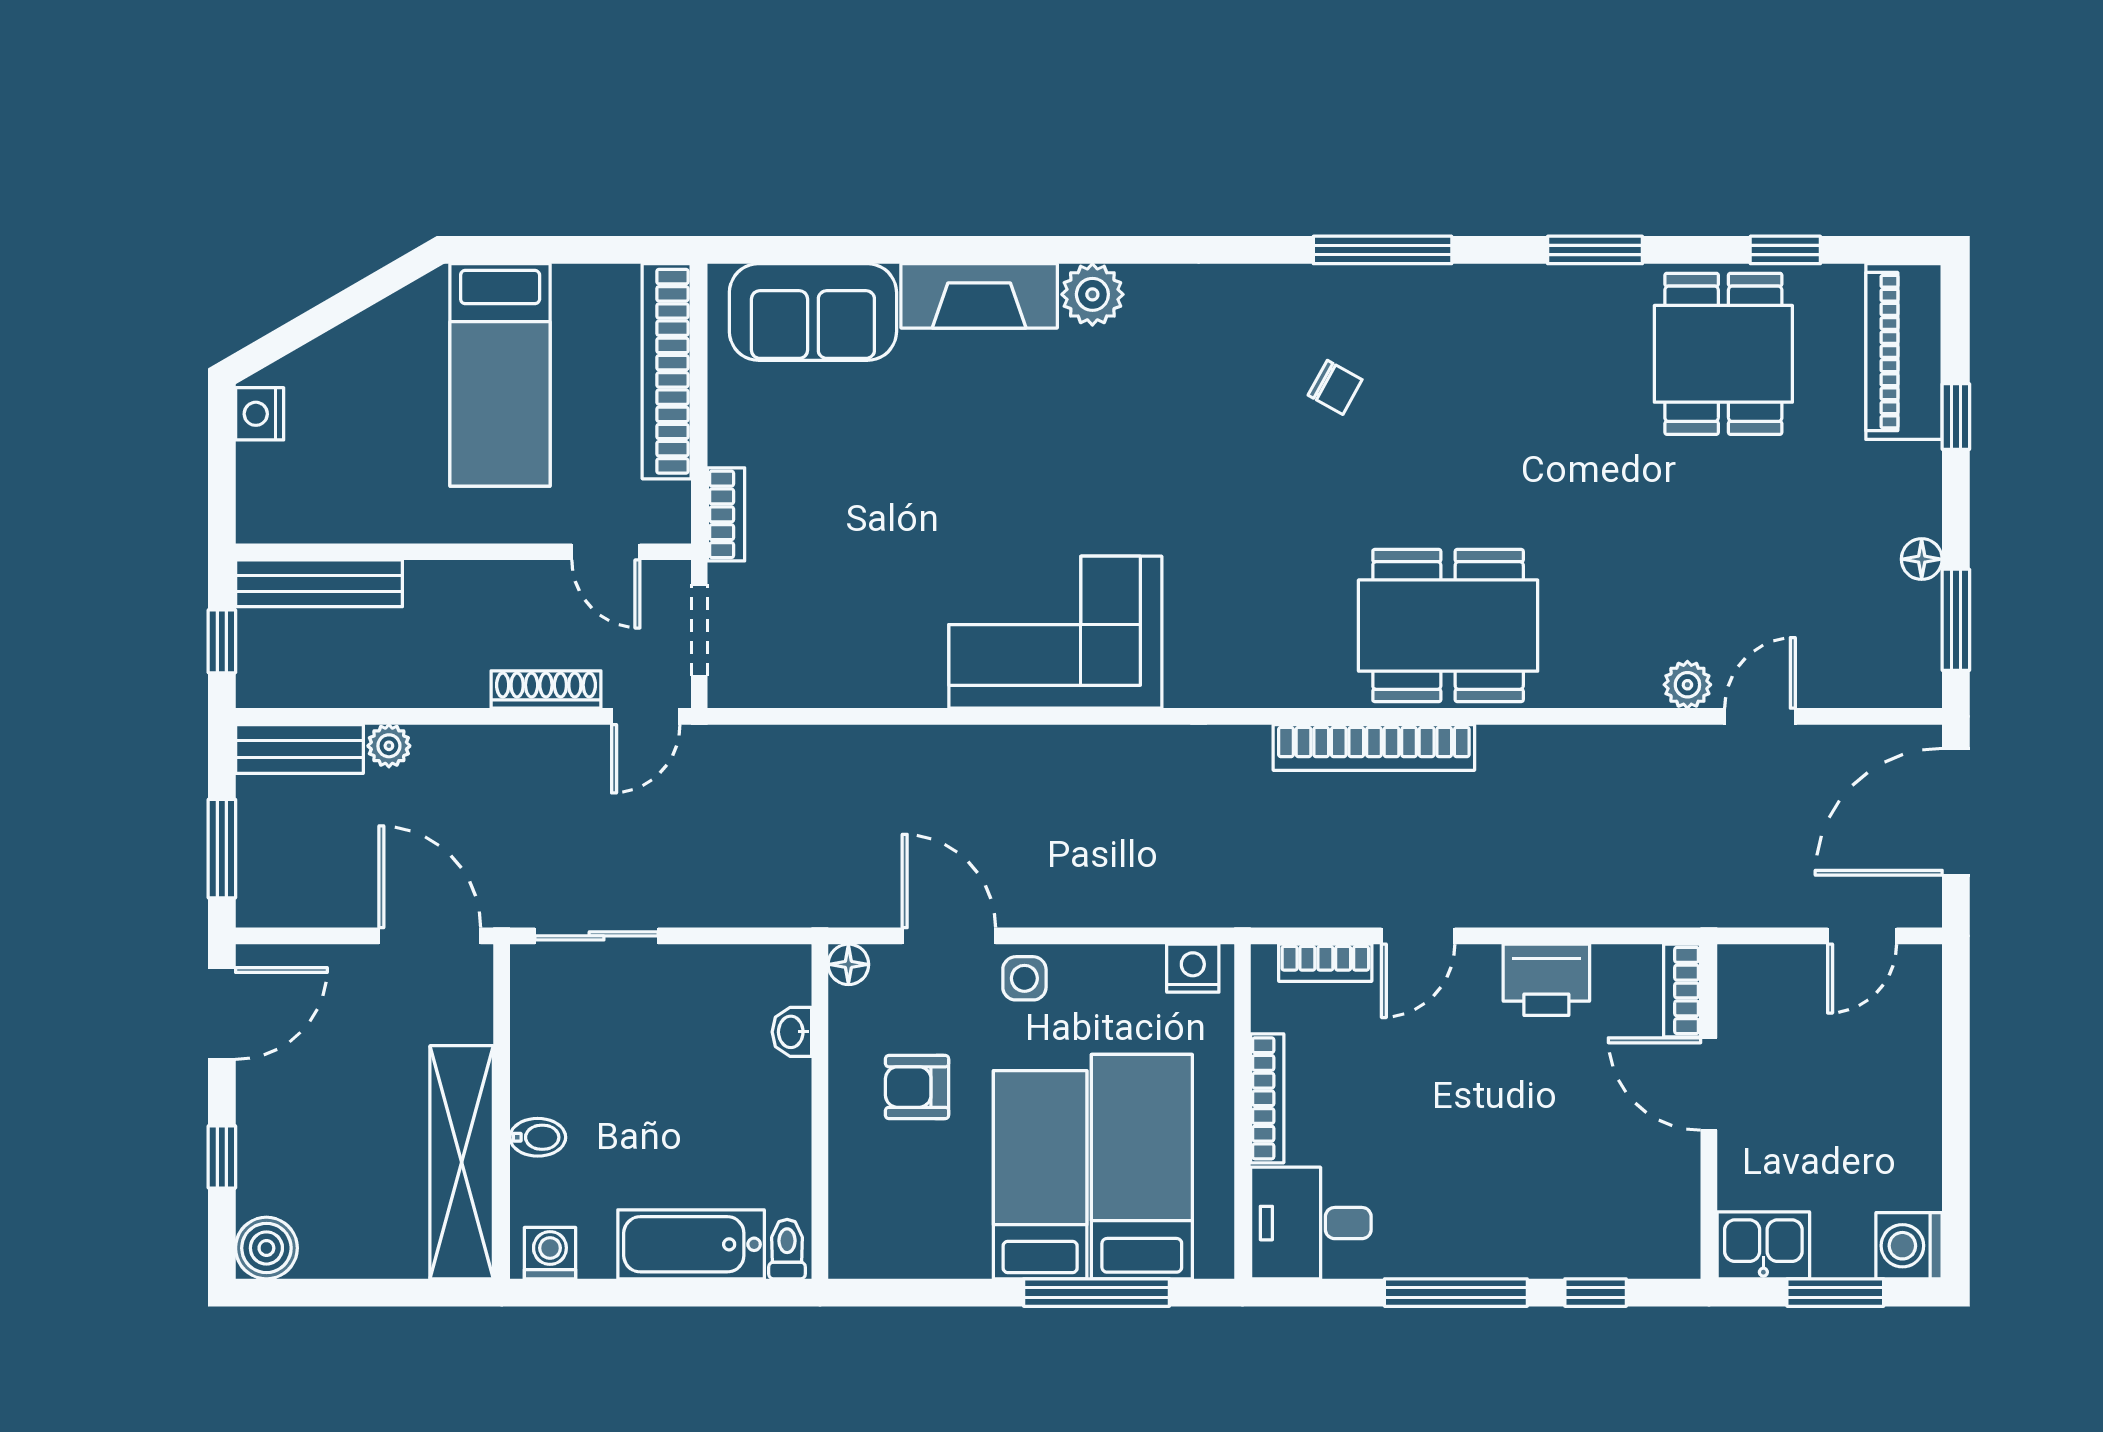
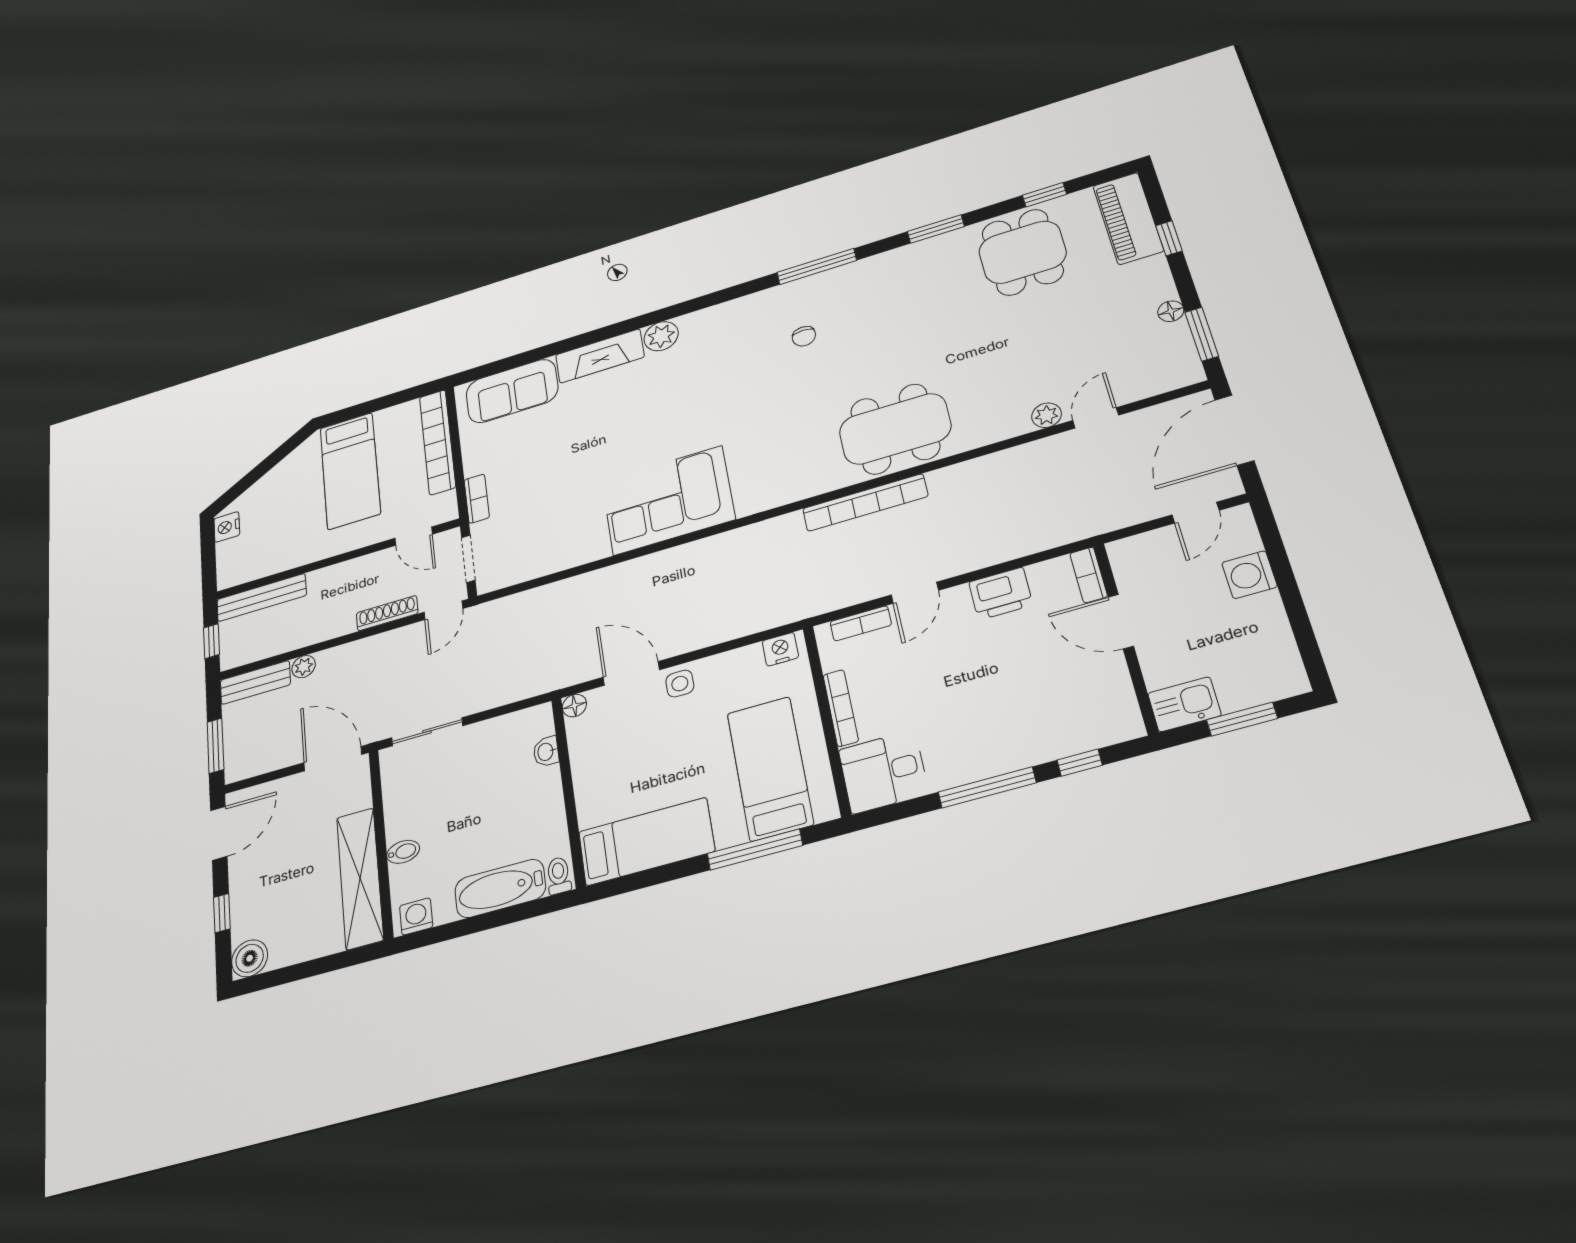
chair: (1335, 387) -> (804, 336), turned 61
armchair: (917, 1087) -> (625, 761), removed
bed: (1040, 1175) -> (646, 842), moved, turned 90
washing machine: (1909, 1246) -> (1249, 575), moved

